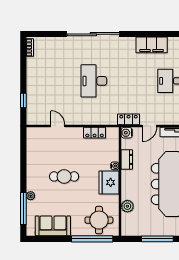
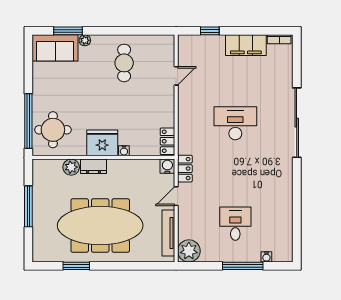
filing cabinet: (152, 45) -> (246, 45), moved, turned -90
door: (149, 126) -> (176, 196), hinge flipped
locker: (95, 133) -> (167, 141), moved
dresser: (127, 159) -> (93, 166), moved
cafe table: (64, 176) -> (124, 63), moved
window: (23, 209) -> (68, 31), width x0.69
sofa: (53, 226) -> (55, 48), moved, turned 90

